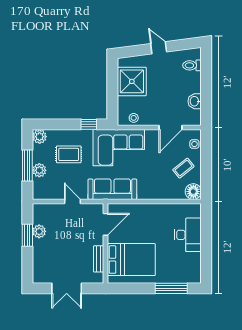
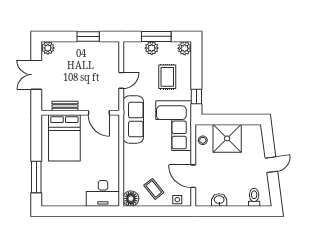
shower: (132, 81) -> (227, 138), moved
plant: (39, 231) -> (48, 48), moved
desk: (188, 235) -> (103, 193), moved

